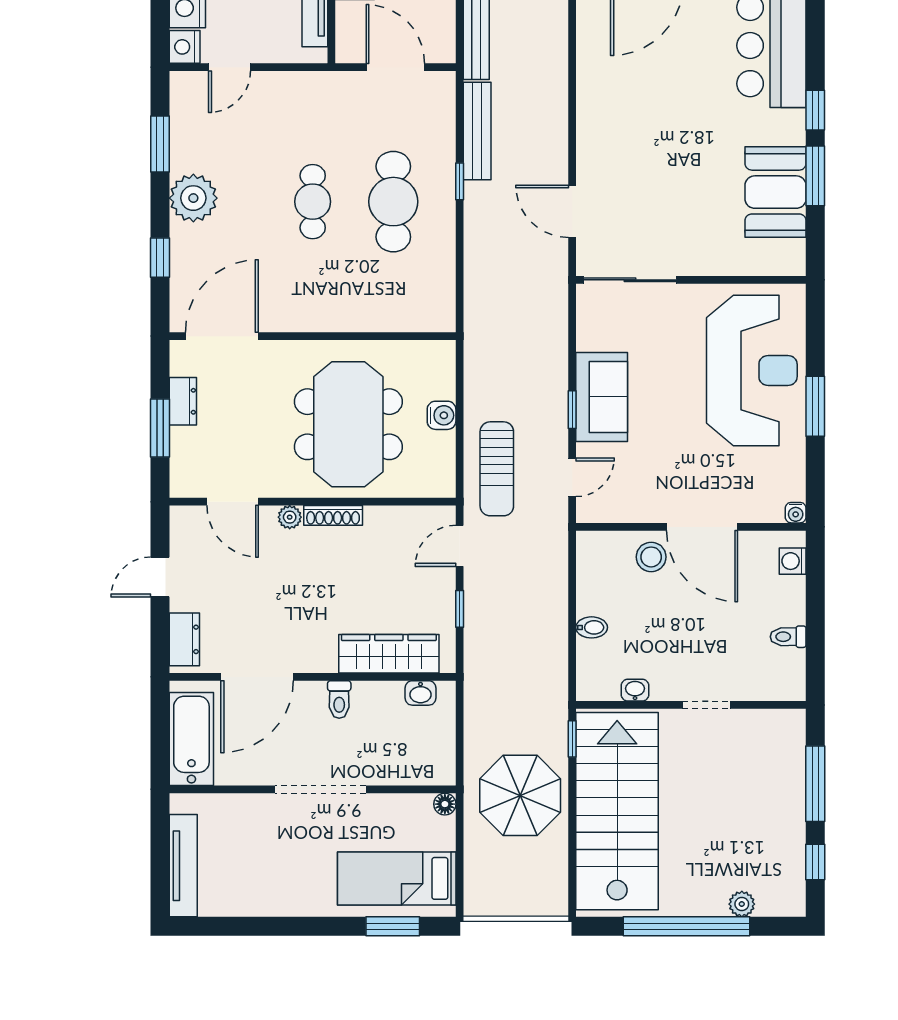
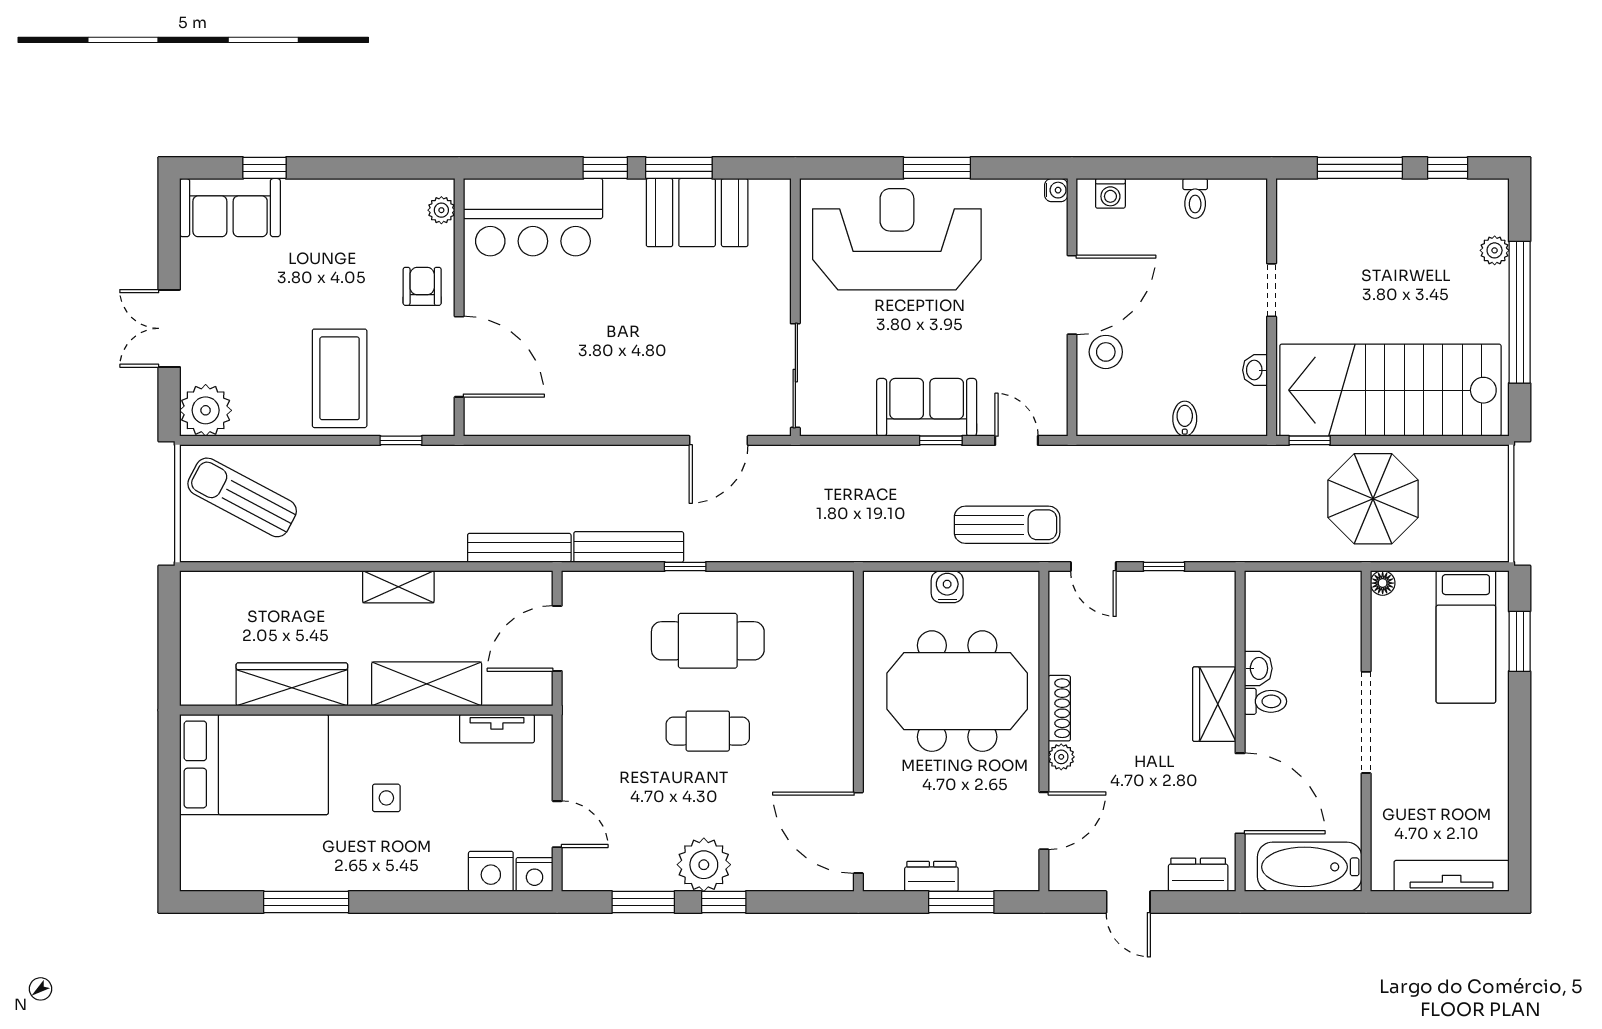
window: (160, 258) -> (724, 902), moved
wardrobe: (389, 654) -> (1214, 704), moved, width x0.67
washbasin: (421, 693) -> (1258, 668), moved

